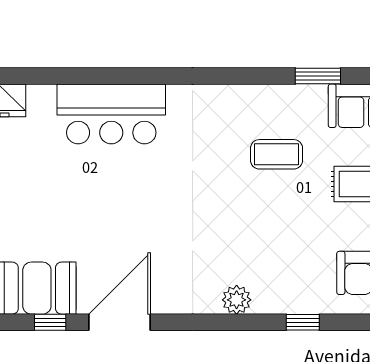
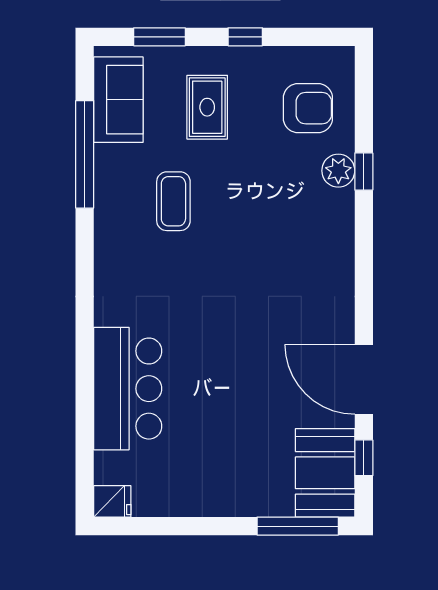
window: (318, 76) -> (85, 154), width x2.11
plant: (237, 300) -> (338, 171), moved

